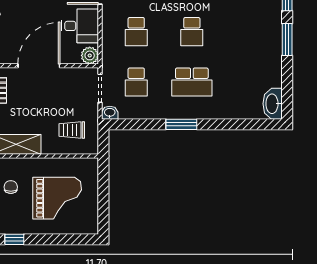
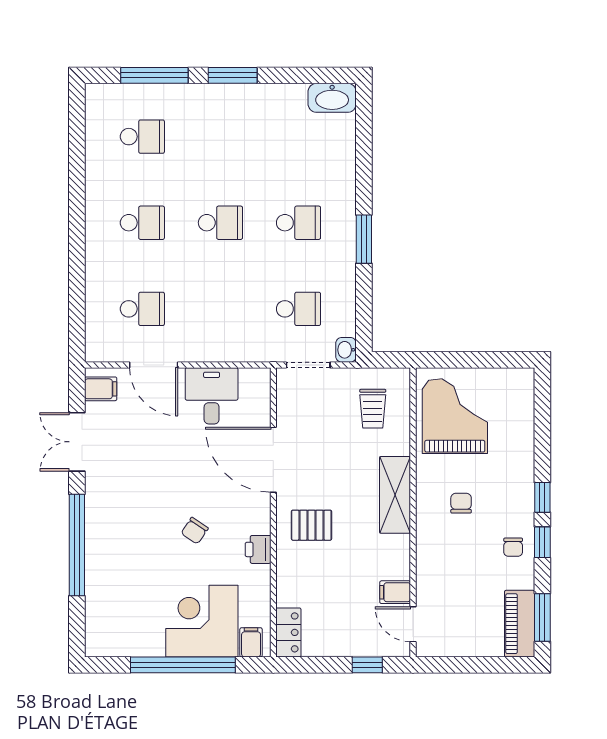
school desk: (136, 32) -> (220, 309), removed
plant: (90, 55) -> (257, 381), removed
school desk: (192, 82) -> (298, 223), width x0.54
chair: (11, 187) -> (461, 503), turned 90
grand piano: (57, 198) -> (455, 416), moved

